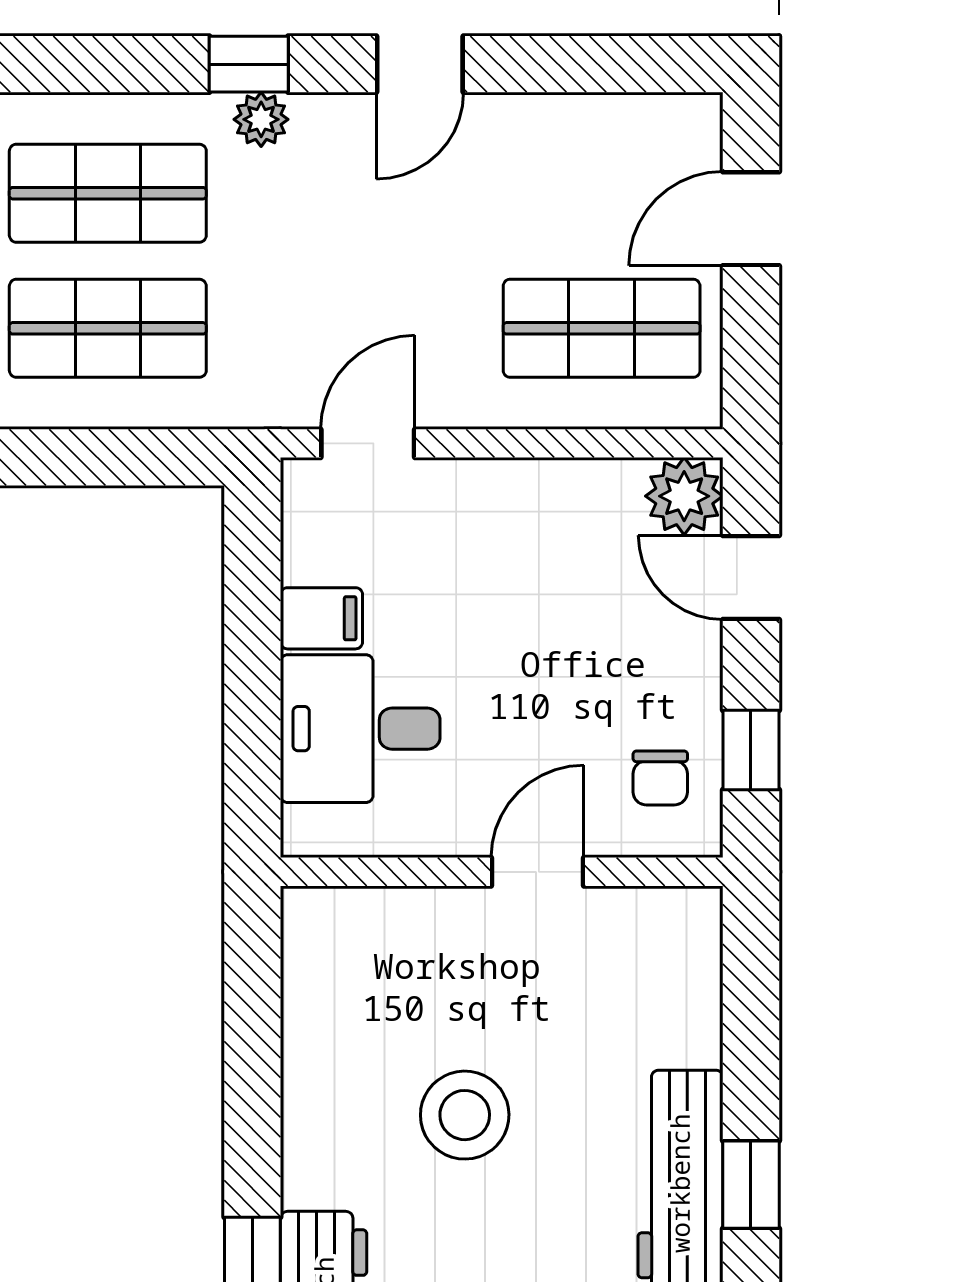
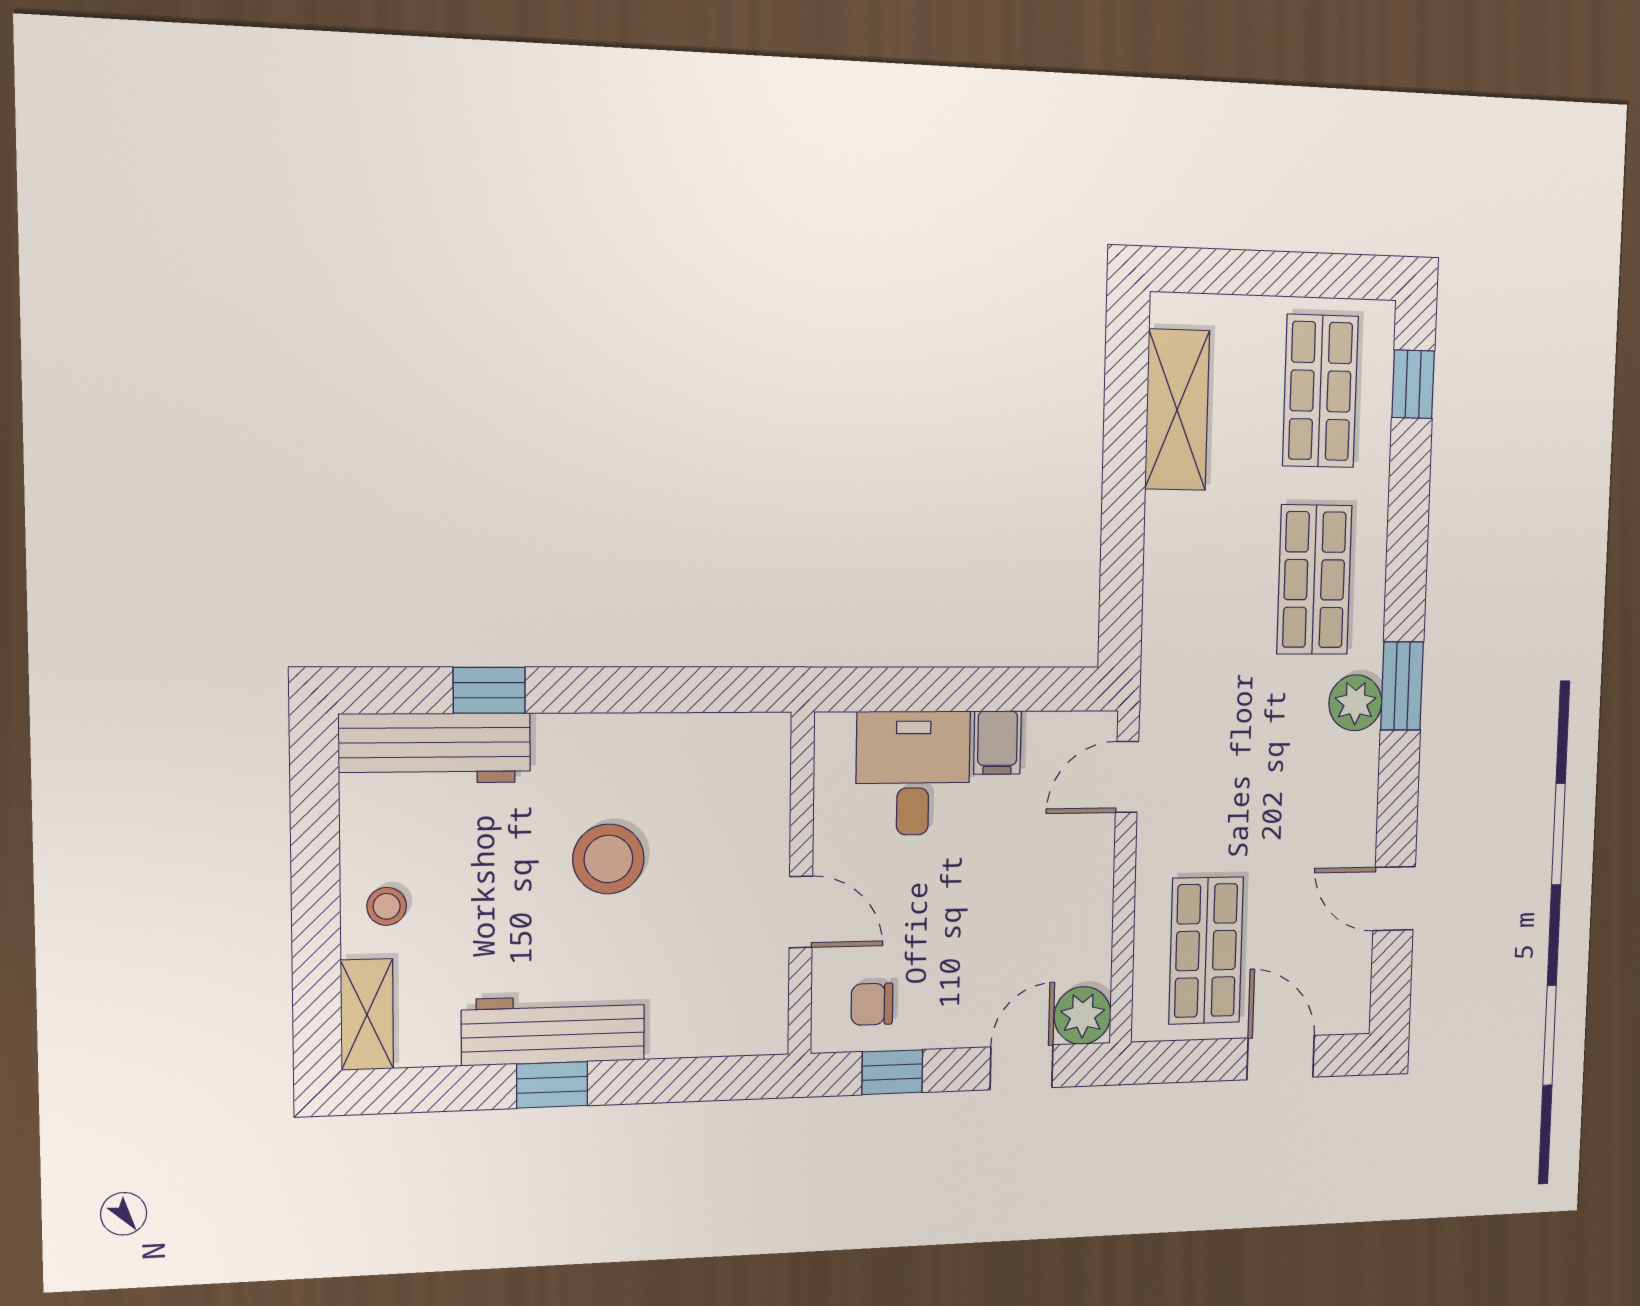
window: (249, 64) -> (1402, 686), width x1.50
door: (420, 64) -> (1394, 899), moved
plant: (261, 119) -> (1355, 703), width x1.38, depth x1.38
shop shelf: (108, 328) -> (1217, 579), removed
door: (368, 443) -> (1127, 777), swing flipped

